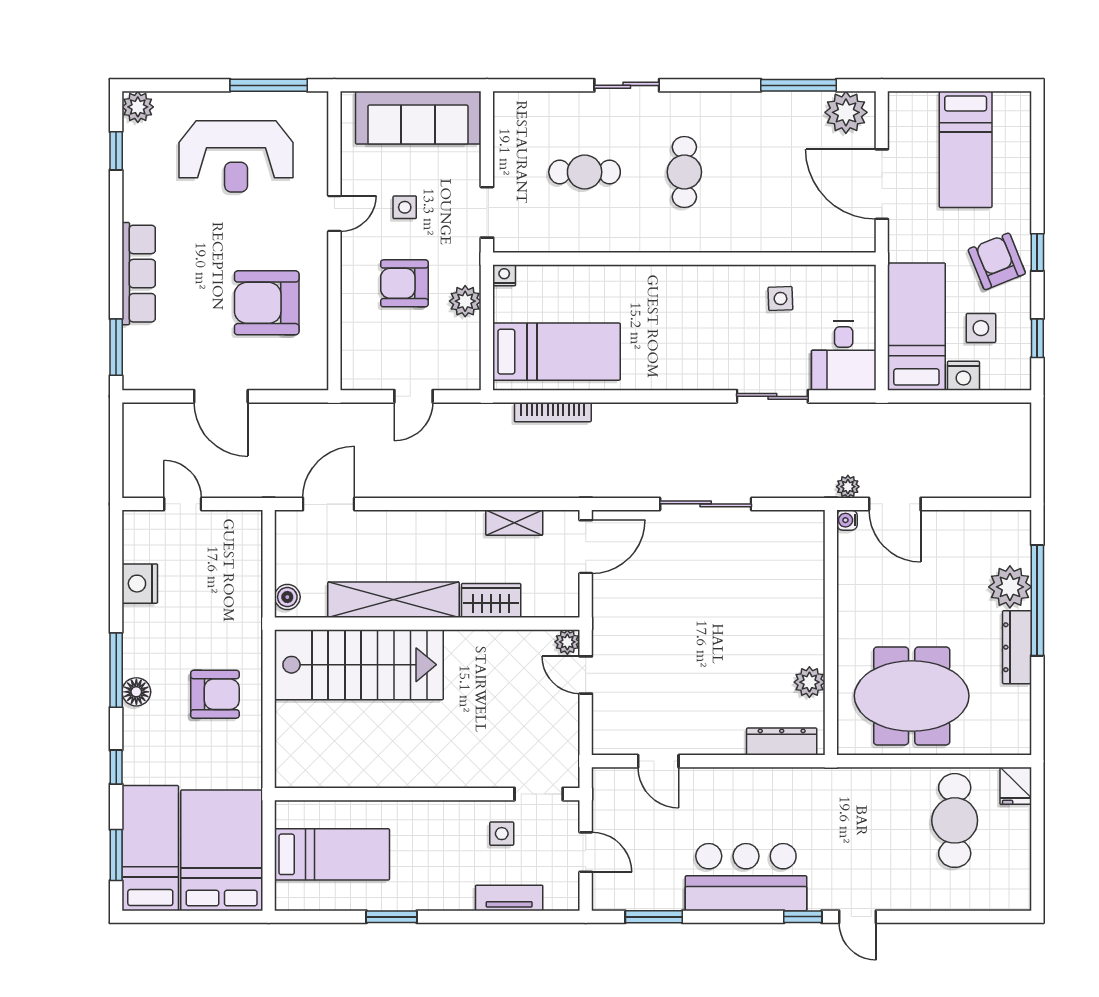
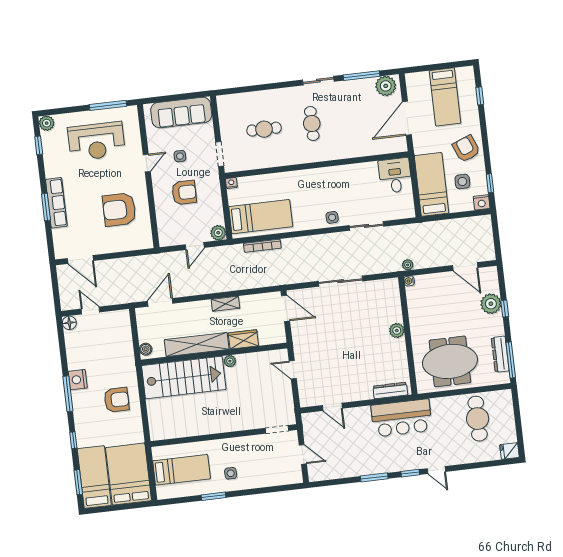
sliding door: (627, 85) -> (318, 81), moved
door: (882, 184) -> (407, 118), hinge flipped
window: (1037, 252) -> (480, 96), moved
armchair: (404, 283) -> (184, 192), turned 180
side table: (780, 299) -> (332, 217), moved
plant: (465, 301) -> (218, 233), moved
window: (116, 347) -> (46, 207), moved
desk: (844, 356) -> (395, 175), moved, turned 180
nightstand: (963, 376) -> (482, 202), moved
door: (221, 396) -> (80, 259), moved
door: (895, 504) -> (465, 267), moved
shelving: (514, 523) -> (225, 304), moved
door: (586, 547) -> (286, 308), hinge flipped
nightstand: (140, 584) -> (78, 380), moved
window: (1037, 600) -> (505, 309), width x0.32
plant: (567, 642) -> (230, 361), moved
dresser: (1017, 647) -> (500, 354), moved
plant: (809, 682) -> (397, 331), moved
floor lamp: (136, 692) -> (69, 323), moved
window: (1037, 708) -> (511, 360), added
fridge: (1016, 786) -> (509, 451), moved, turned 90
side table: (502, 834) -> (231, 473), moved
bar counter: (746, 877) -> (402, 418), moved, turned 180
tv unit: (509, 898) -> (269, 481), removed
window: (654, 917) -> (374, 477), moved

